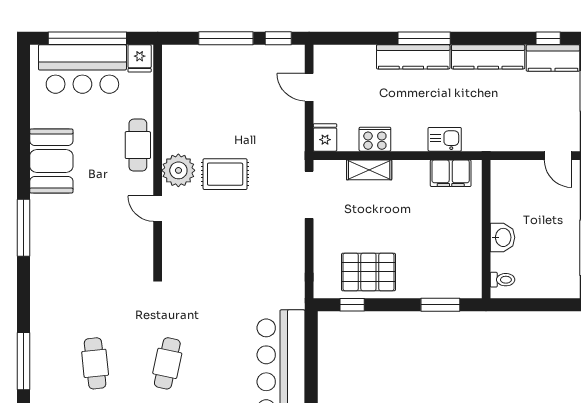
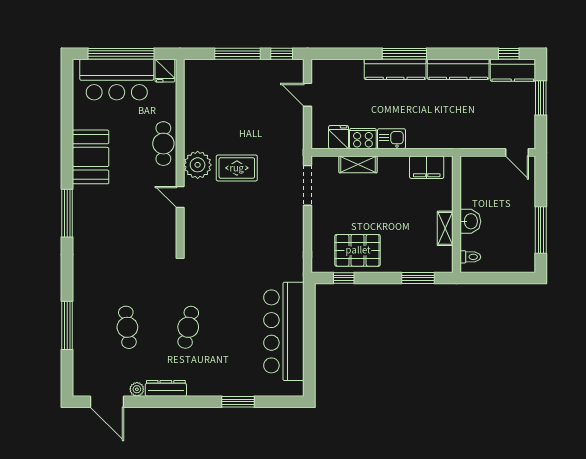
fridge: (325, 137) -> (339, 137), moved
kitchen sink: (445, 139) -> (391, 139), moved
shelving: (473, 246) -> (445, 228), added

